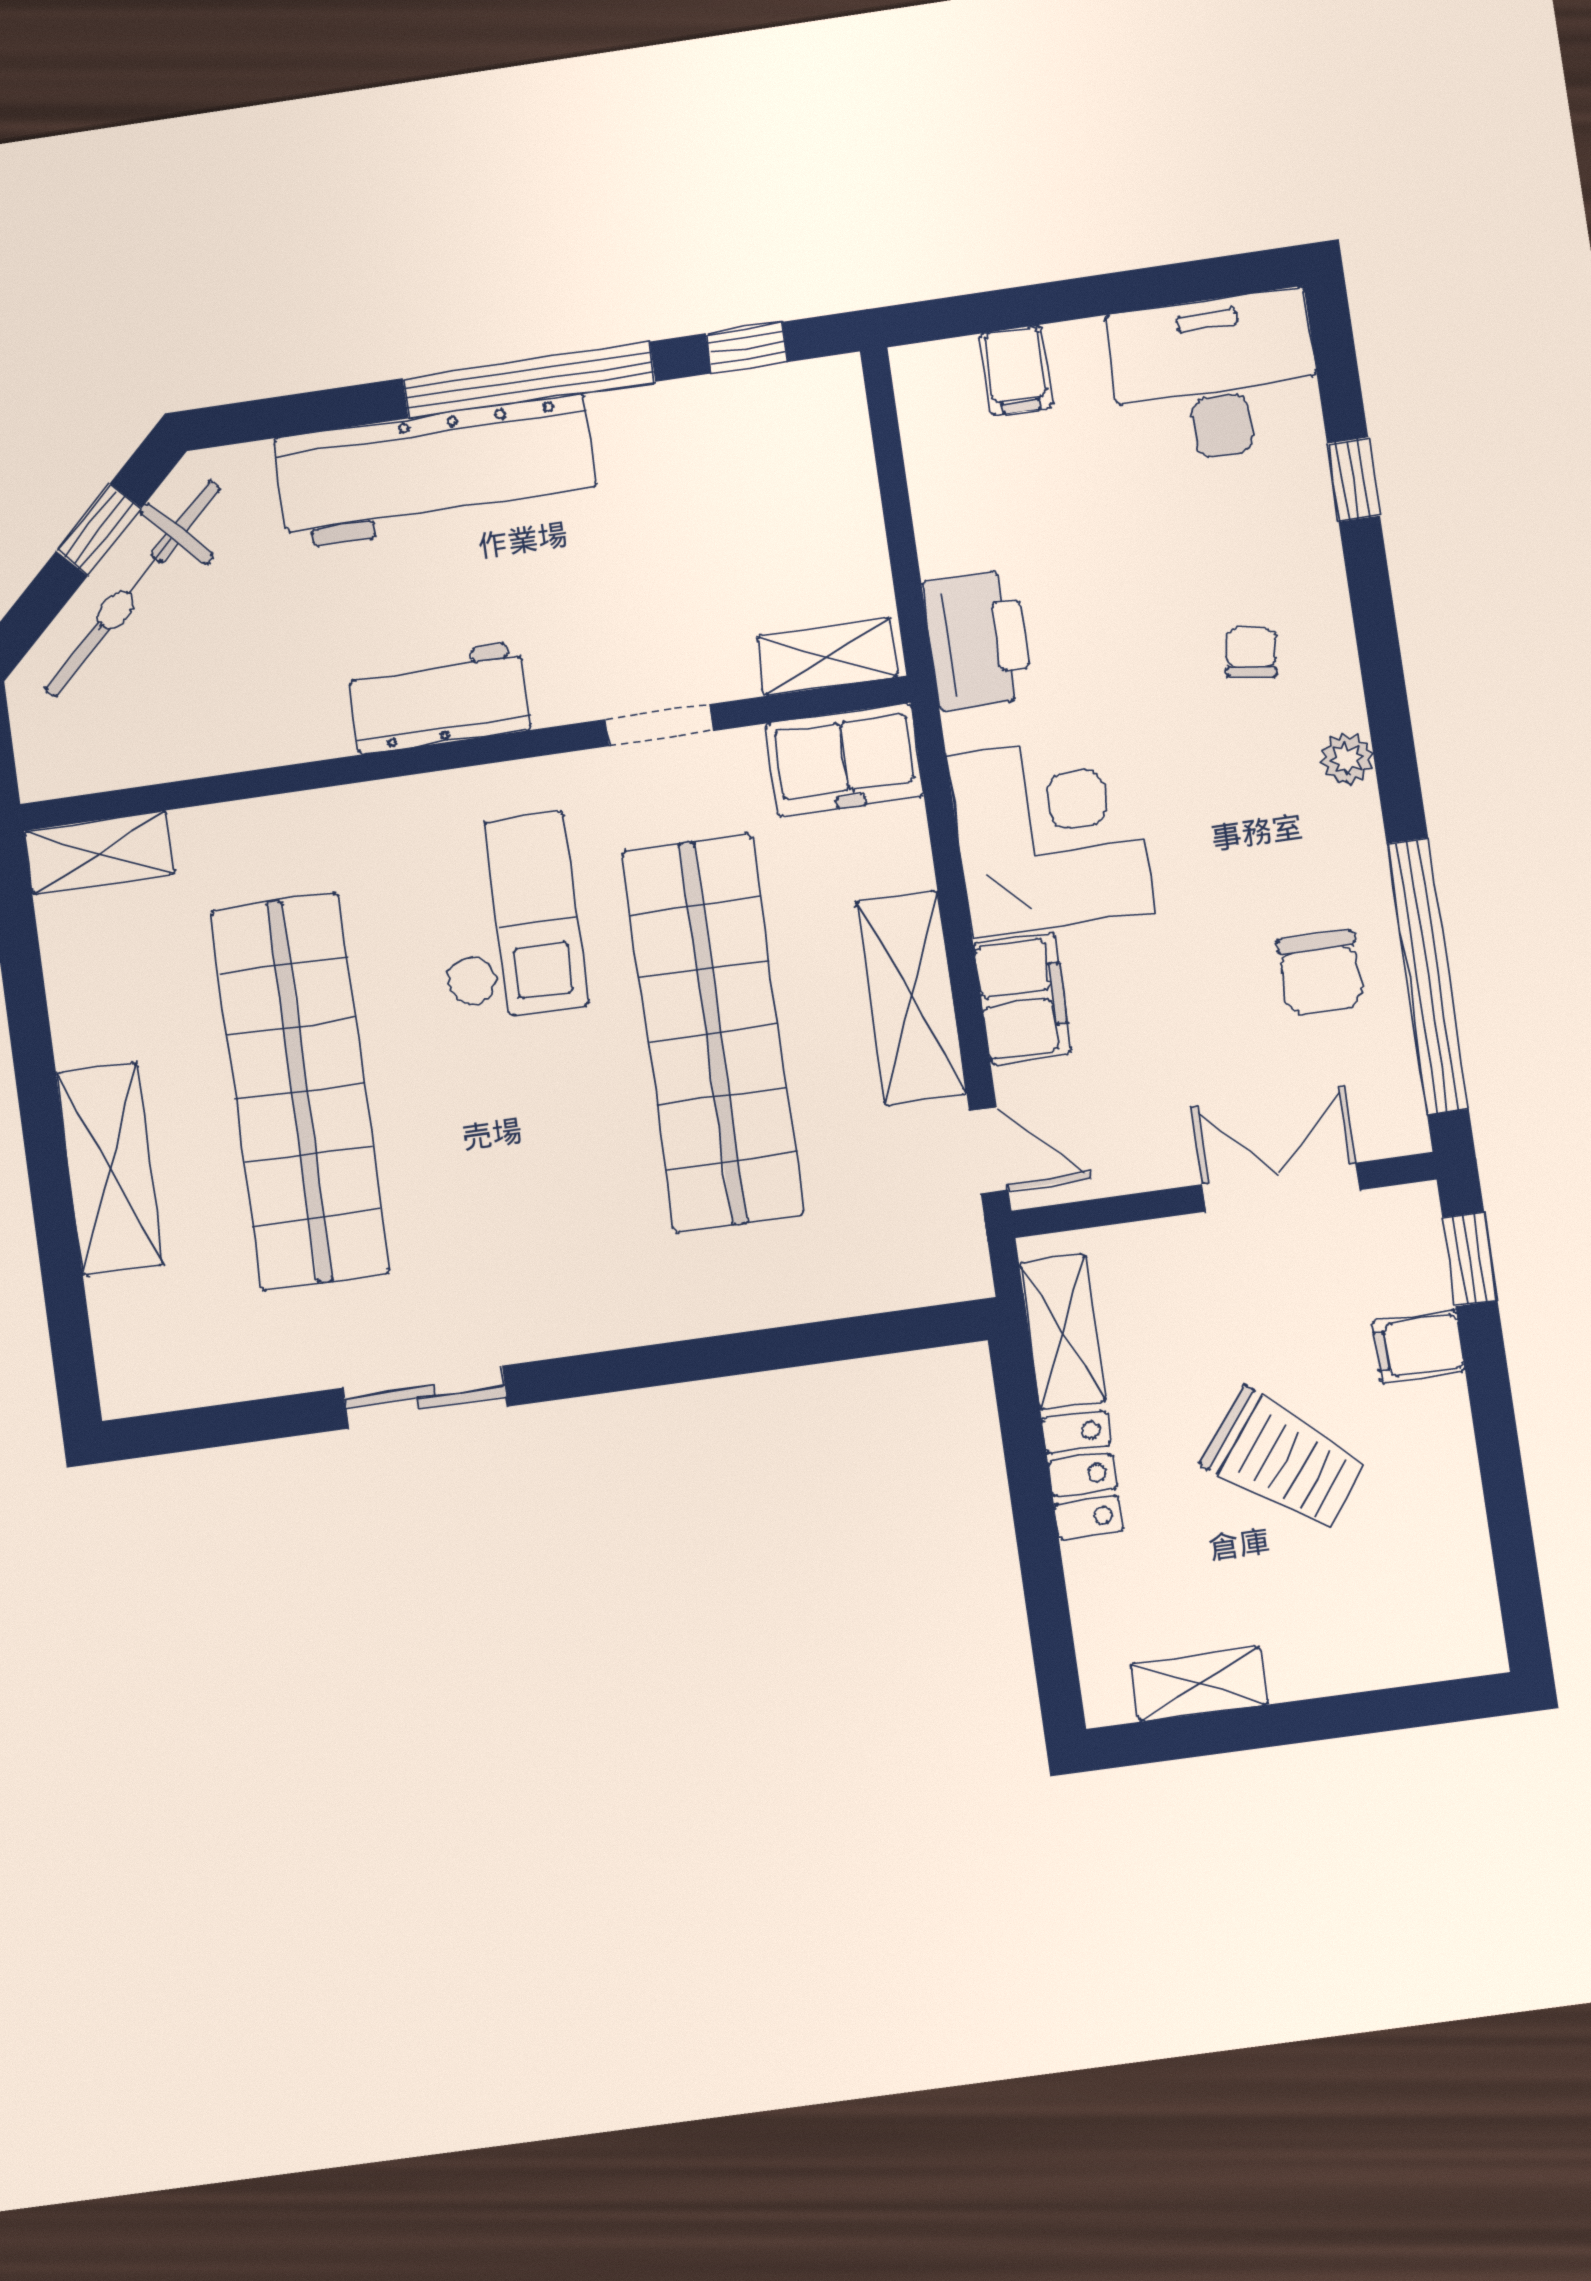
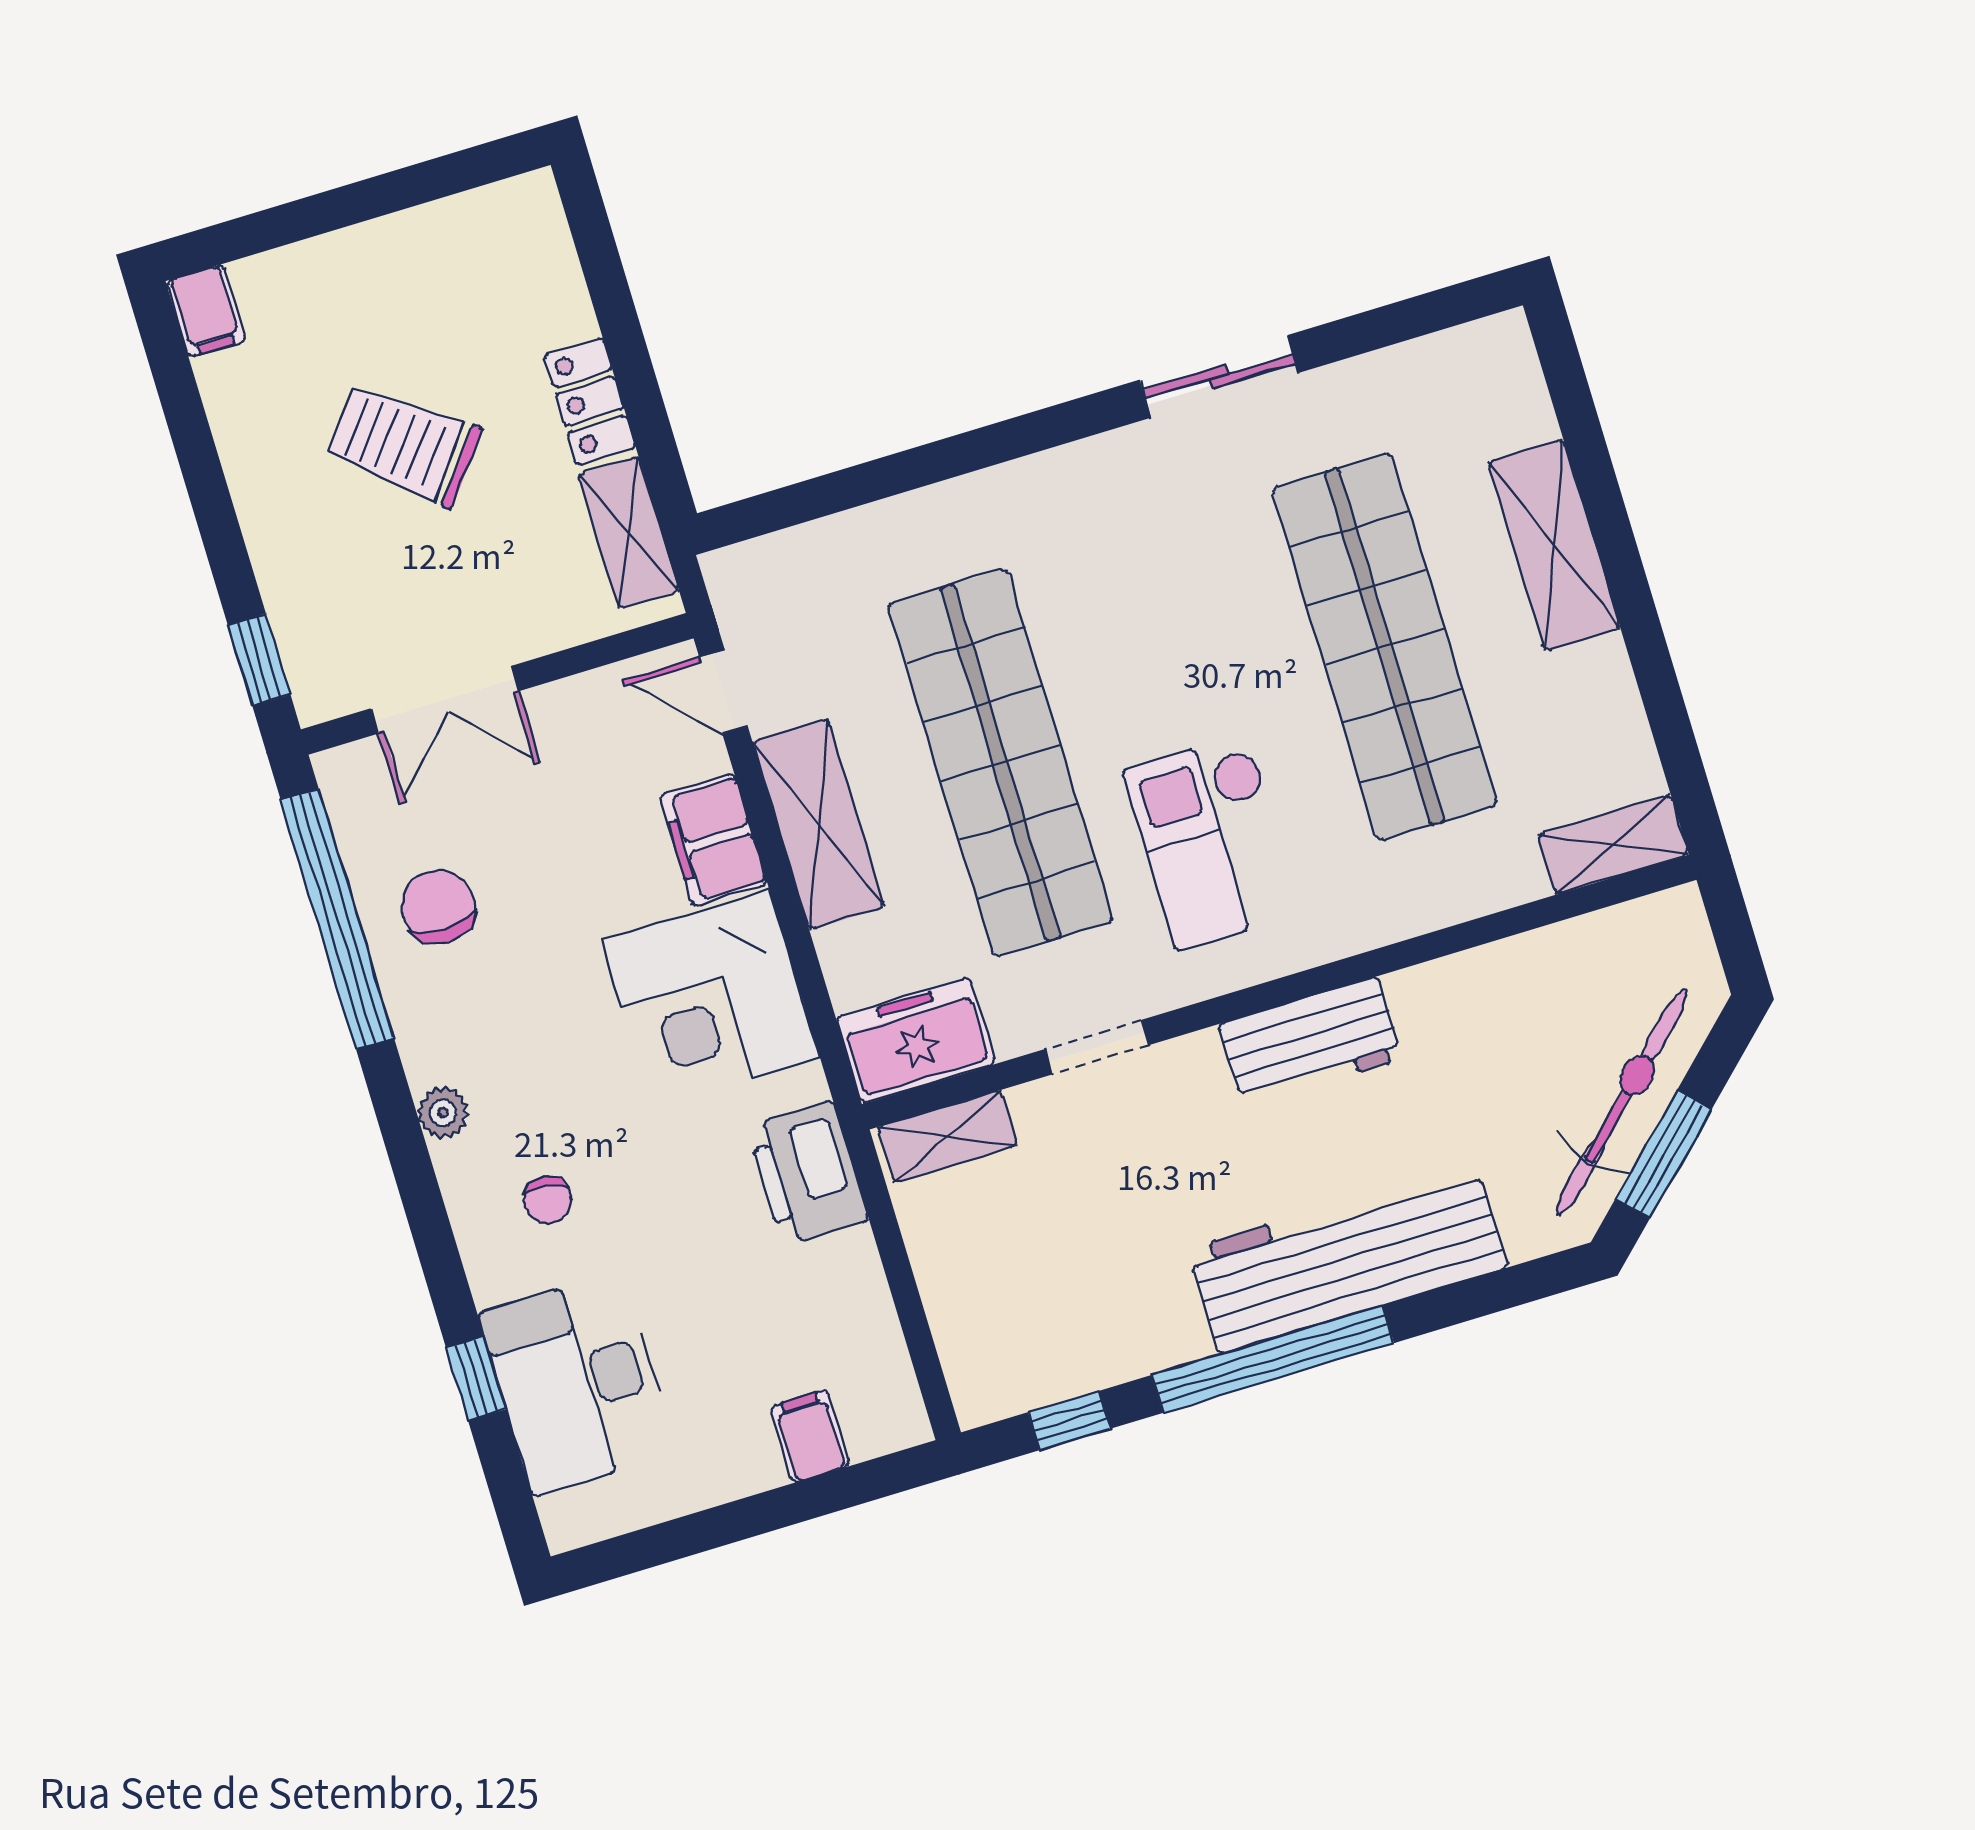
desk: (1215, 378) -> (577, 1383), moved, turned 90
window: (99, 530) -> (1663, 1154), width x1.50
filing cabinet: (1418, 1346) -> (206, 311), moved, turned 90
shelving: (1199, 1684) -> (452, 223), removed

